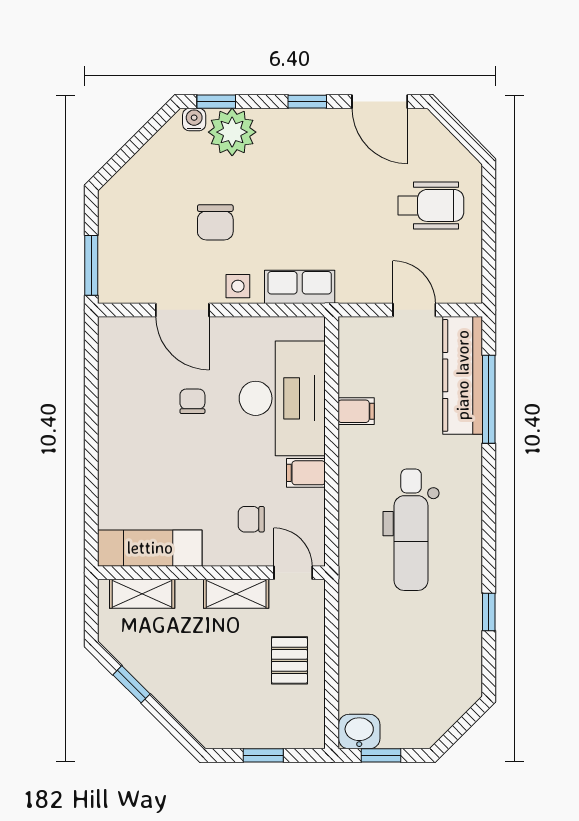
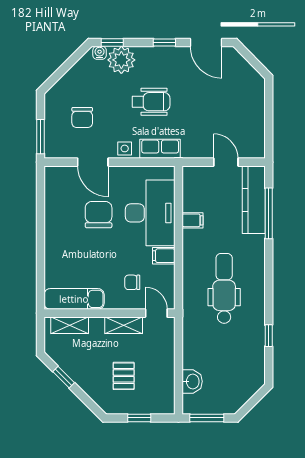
wheelchair: (431, 205) -> (151, 102), moved
chair: (215, 222) -> (82, 118), moved
chair: (192, 401) -> (99, 215), width x1.87, depth x1.87
dental chair: (411, 530) -> (224, 288), turned 180
pallet: (289, 660) -> (124, 376), moved
washbasin: (359, 732) -> (192, 381), moved, turned 90
window: (381, 755) -> (207, 418), width x1.50

